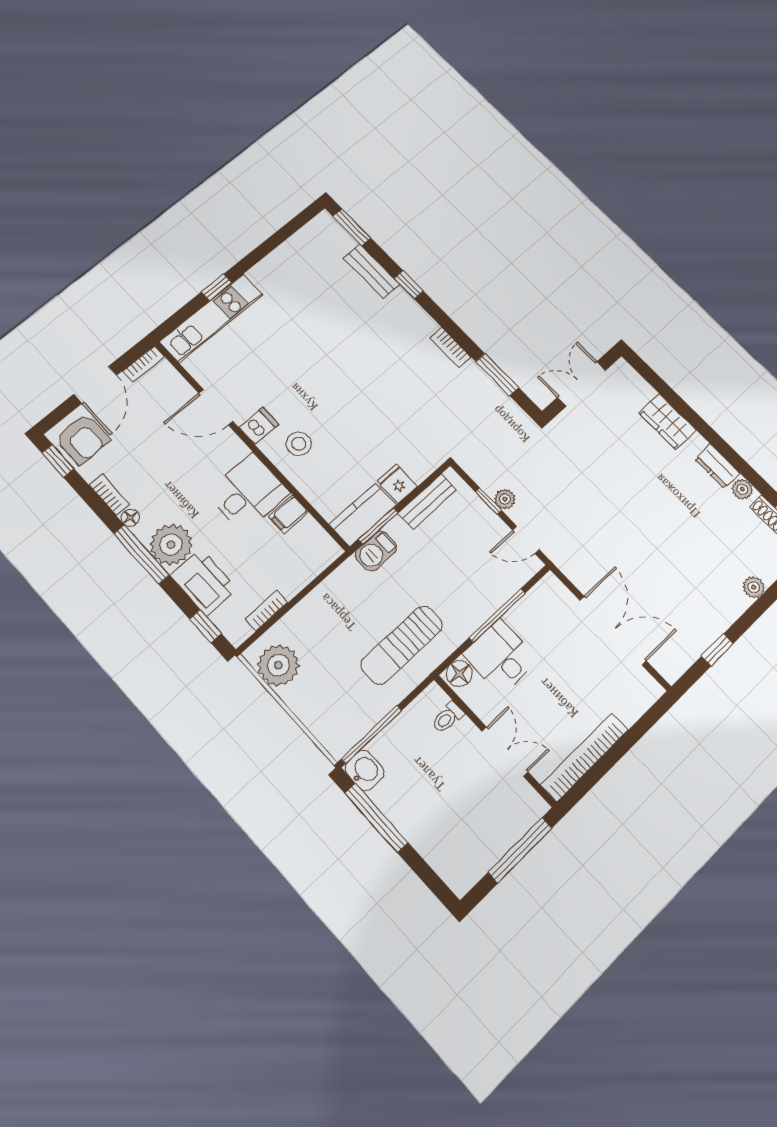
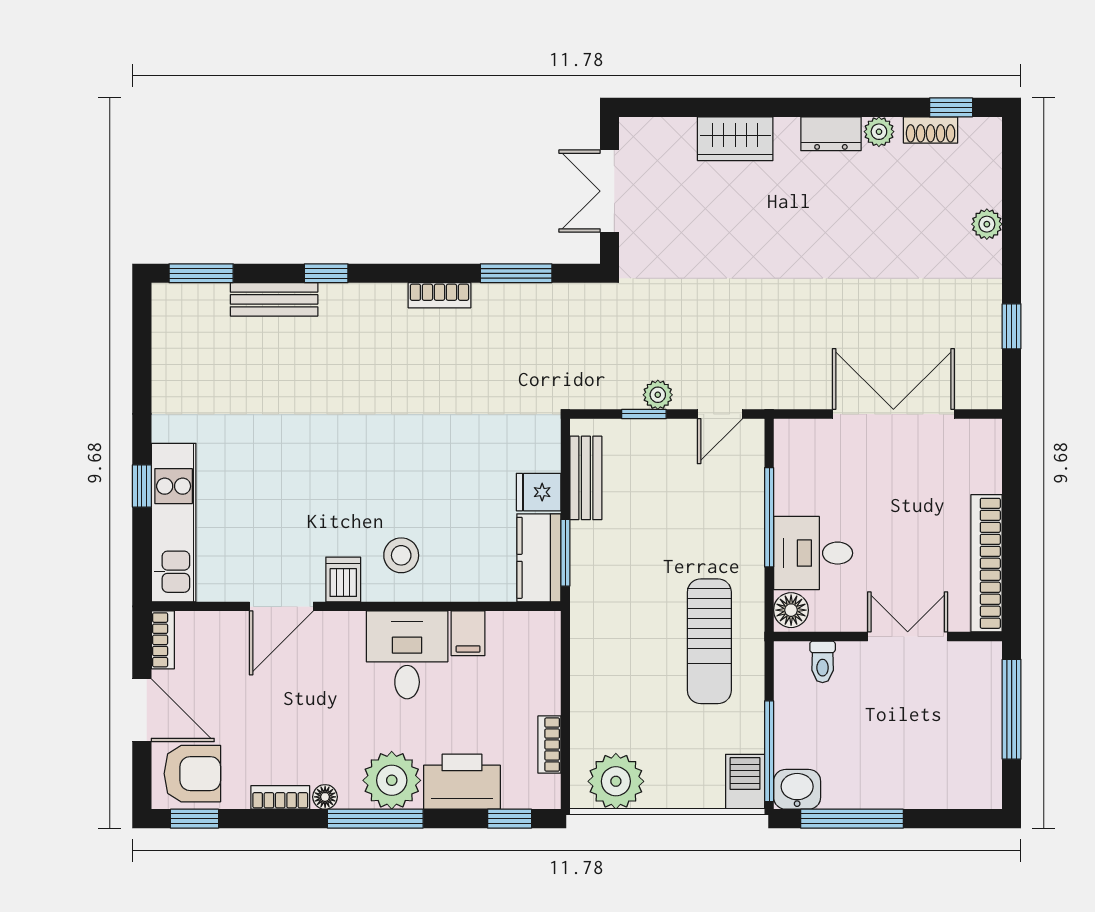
barbecue: (376, 551) -> (745, 782), moved, turned 180

